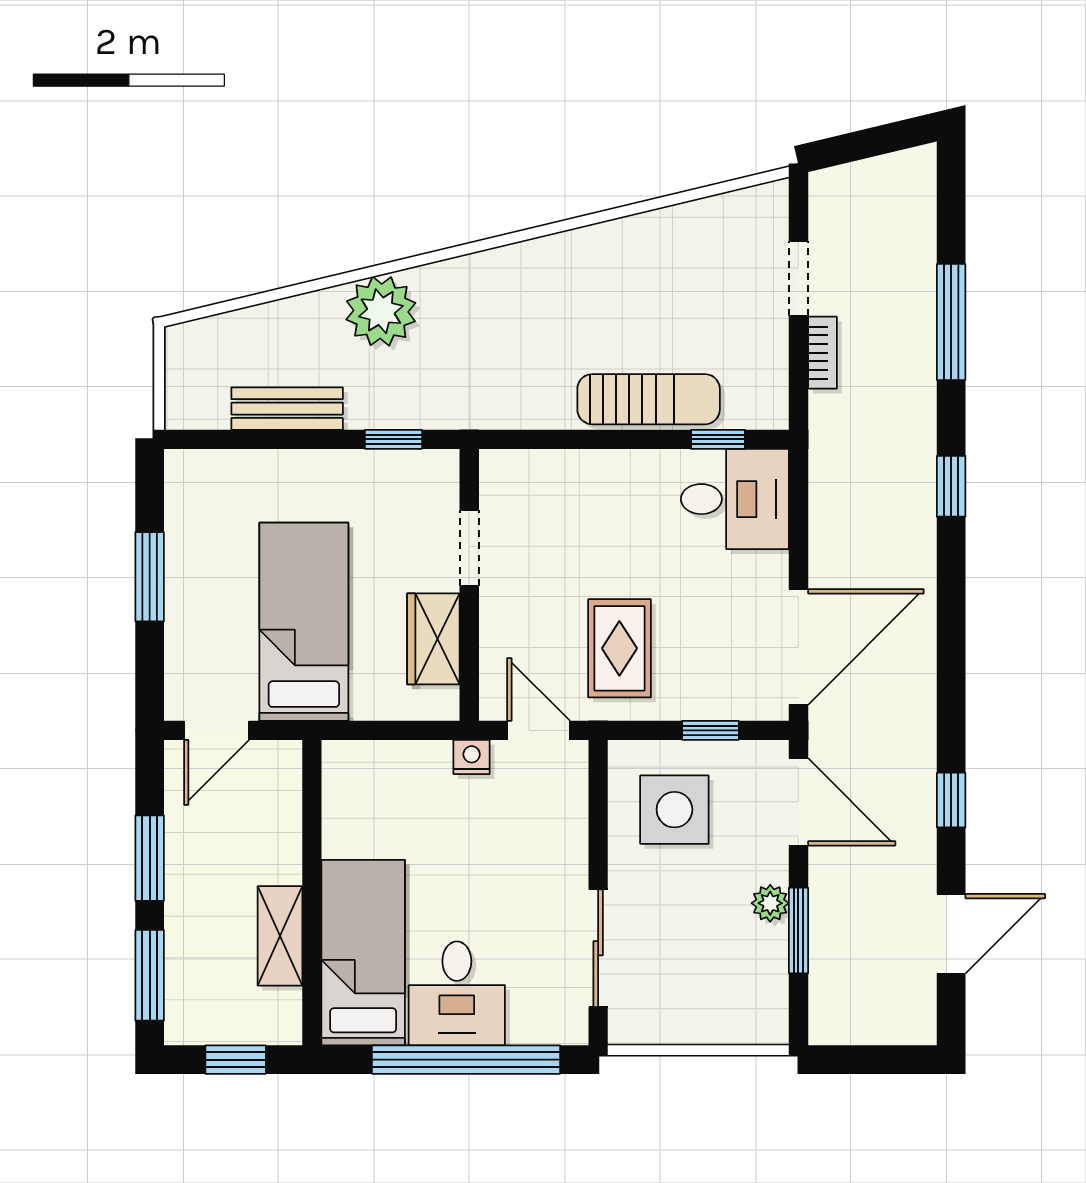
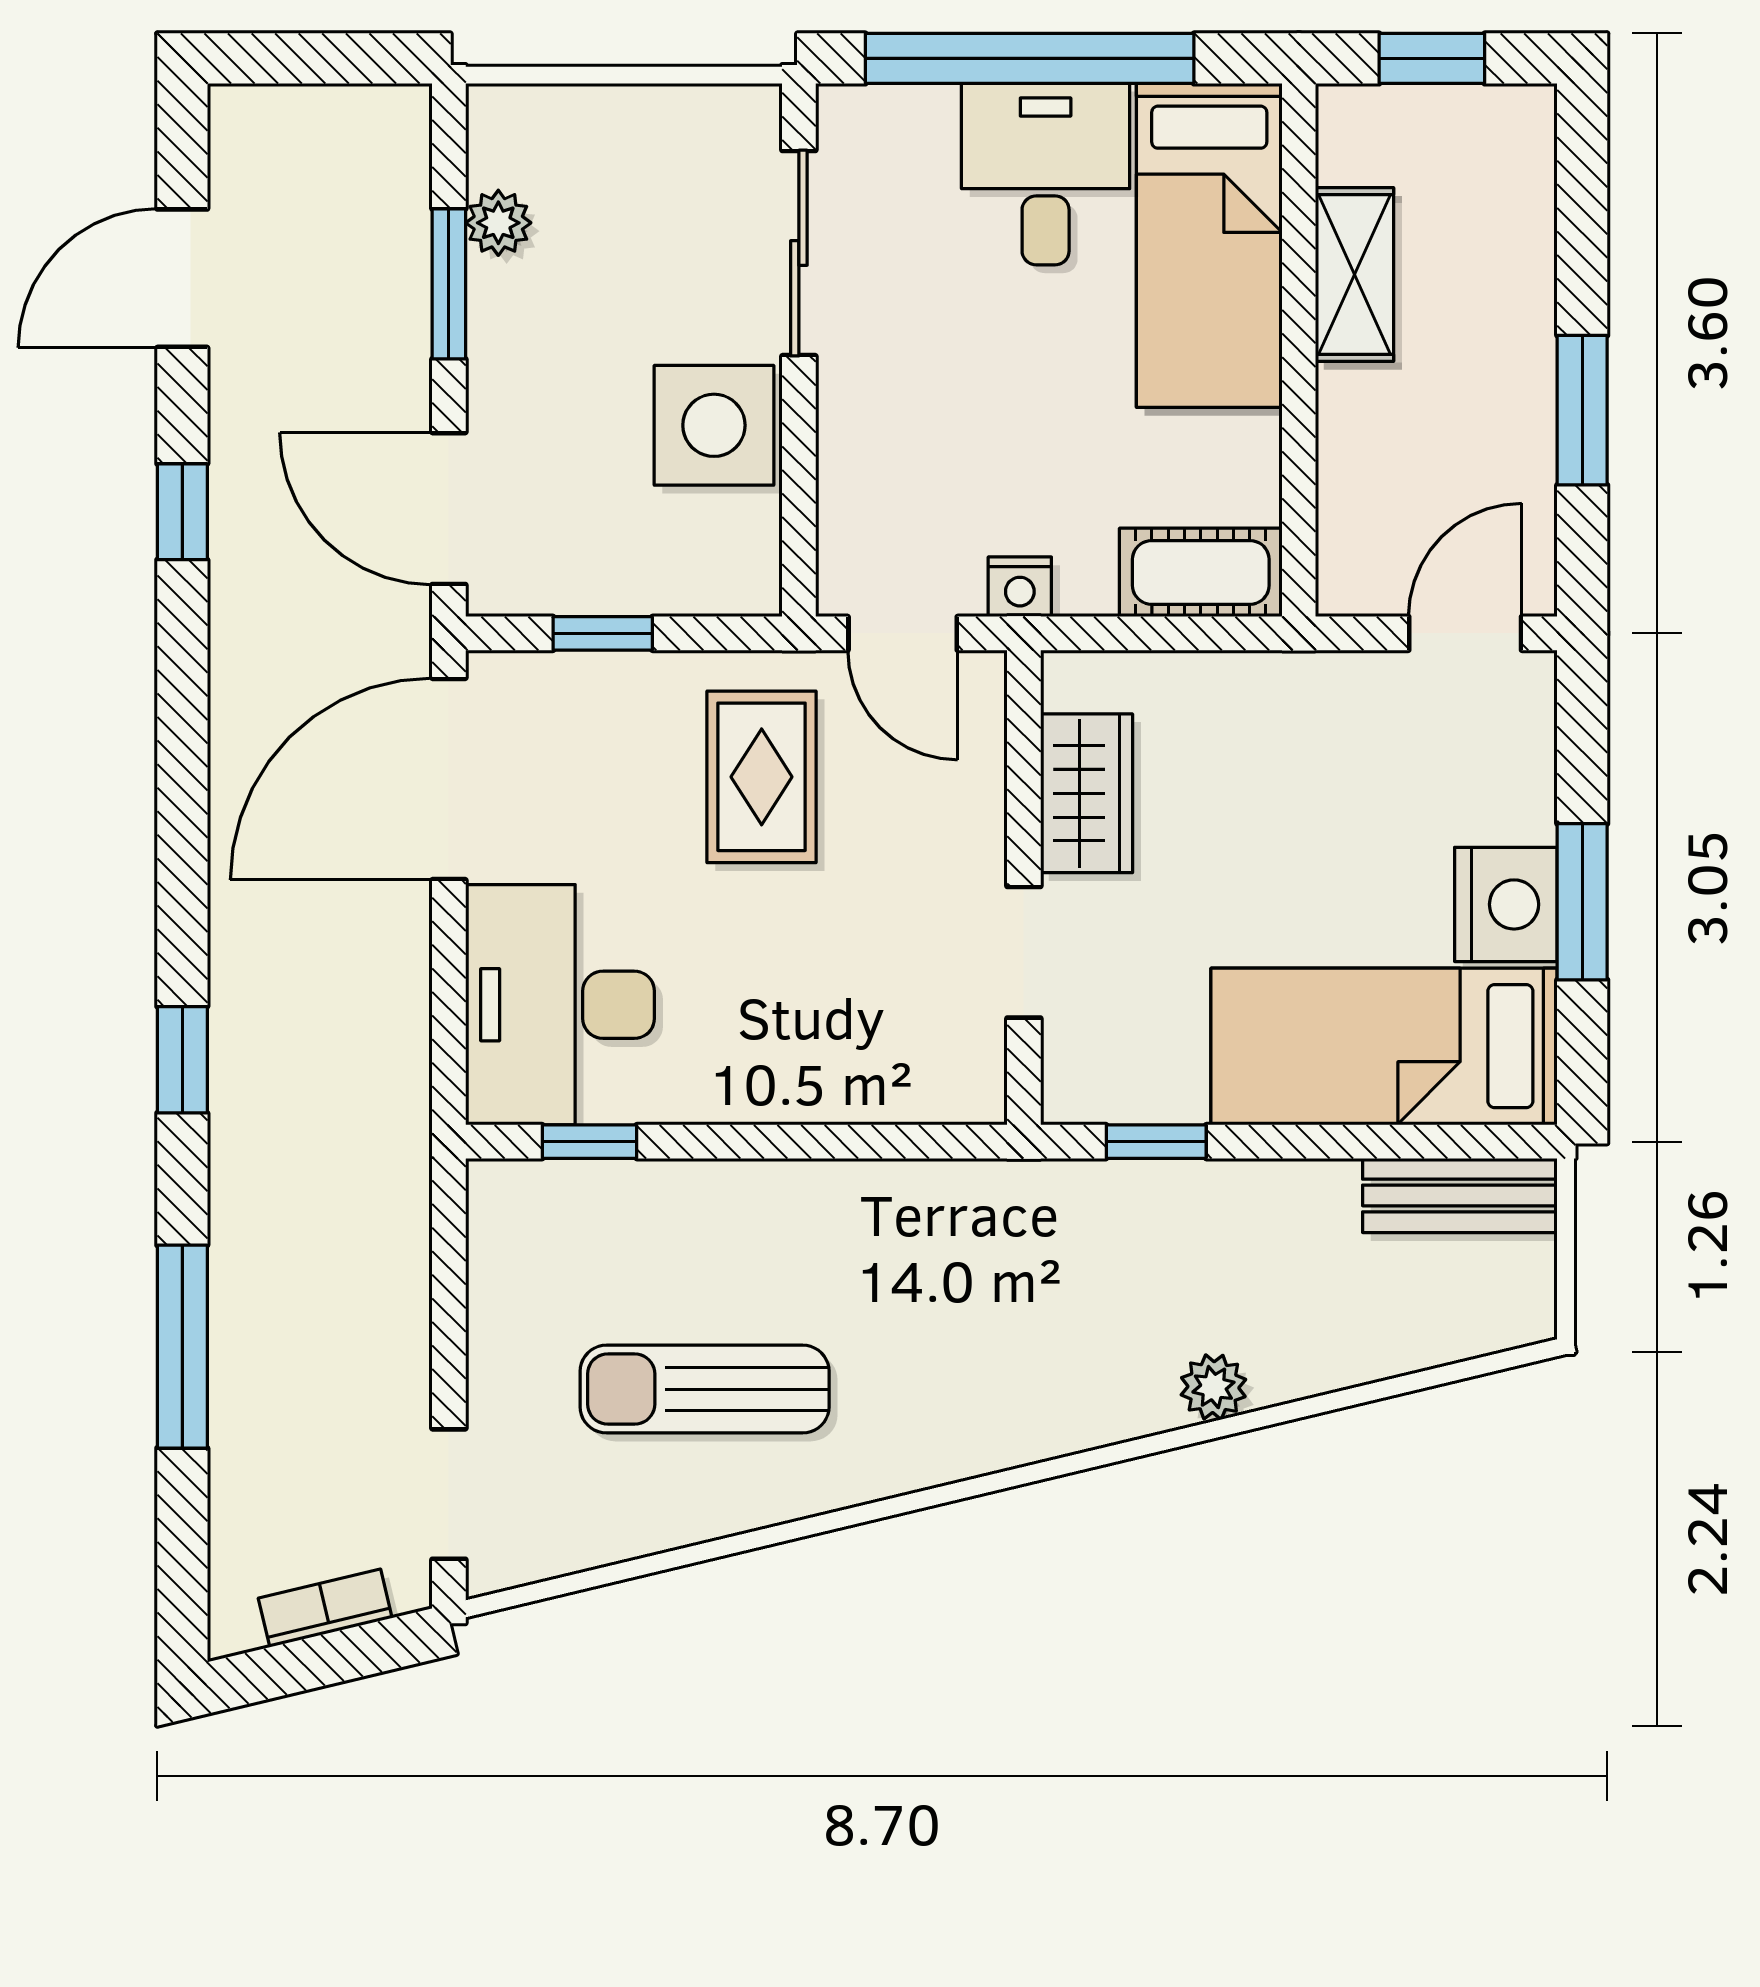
doorway: (798, 278) -> (449, 1494), moved
plant: (381, 311) -> (1213, 1387), width x0.53, depth x0.53
bookcase: (822, 353) -> (325, 1608), moved, turned 77
sun lounger: (649, 399) -> (705, 1389), moved
bench: (287, 409) -> (1460, 1195), moved
desk: (735, 499) -> (560, 1005), width x1.37
nightstand: (193, 575) -> (1506, 904), added
bed: (304, 622) -> (1384, 1046), moved, turned 90
cot: (368, 765) -> (1201, 572), added
side table: (674, 810) -> (714, 425), moved
plant: (770, 903) -> (498, 223), moved
window: (150, 975) -> (1582, 206), removed

